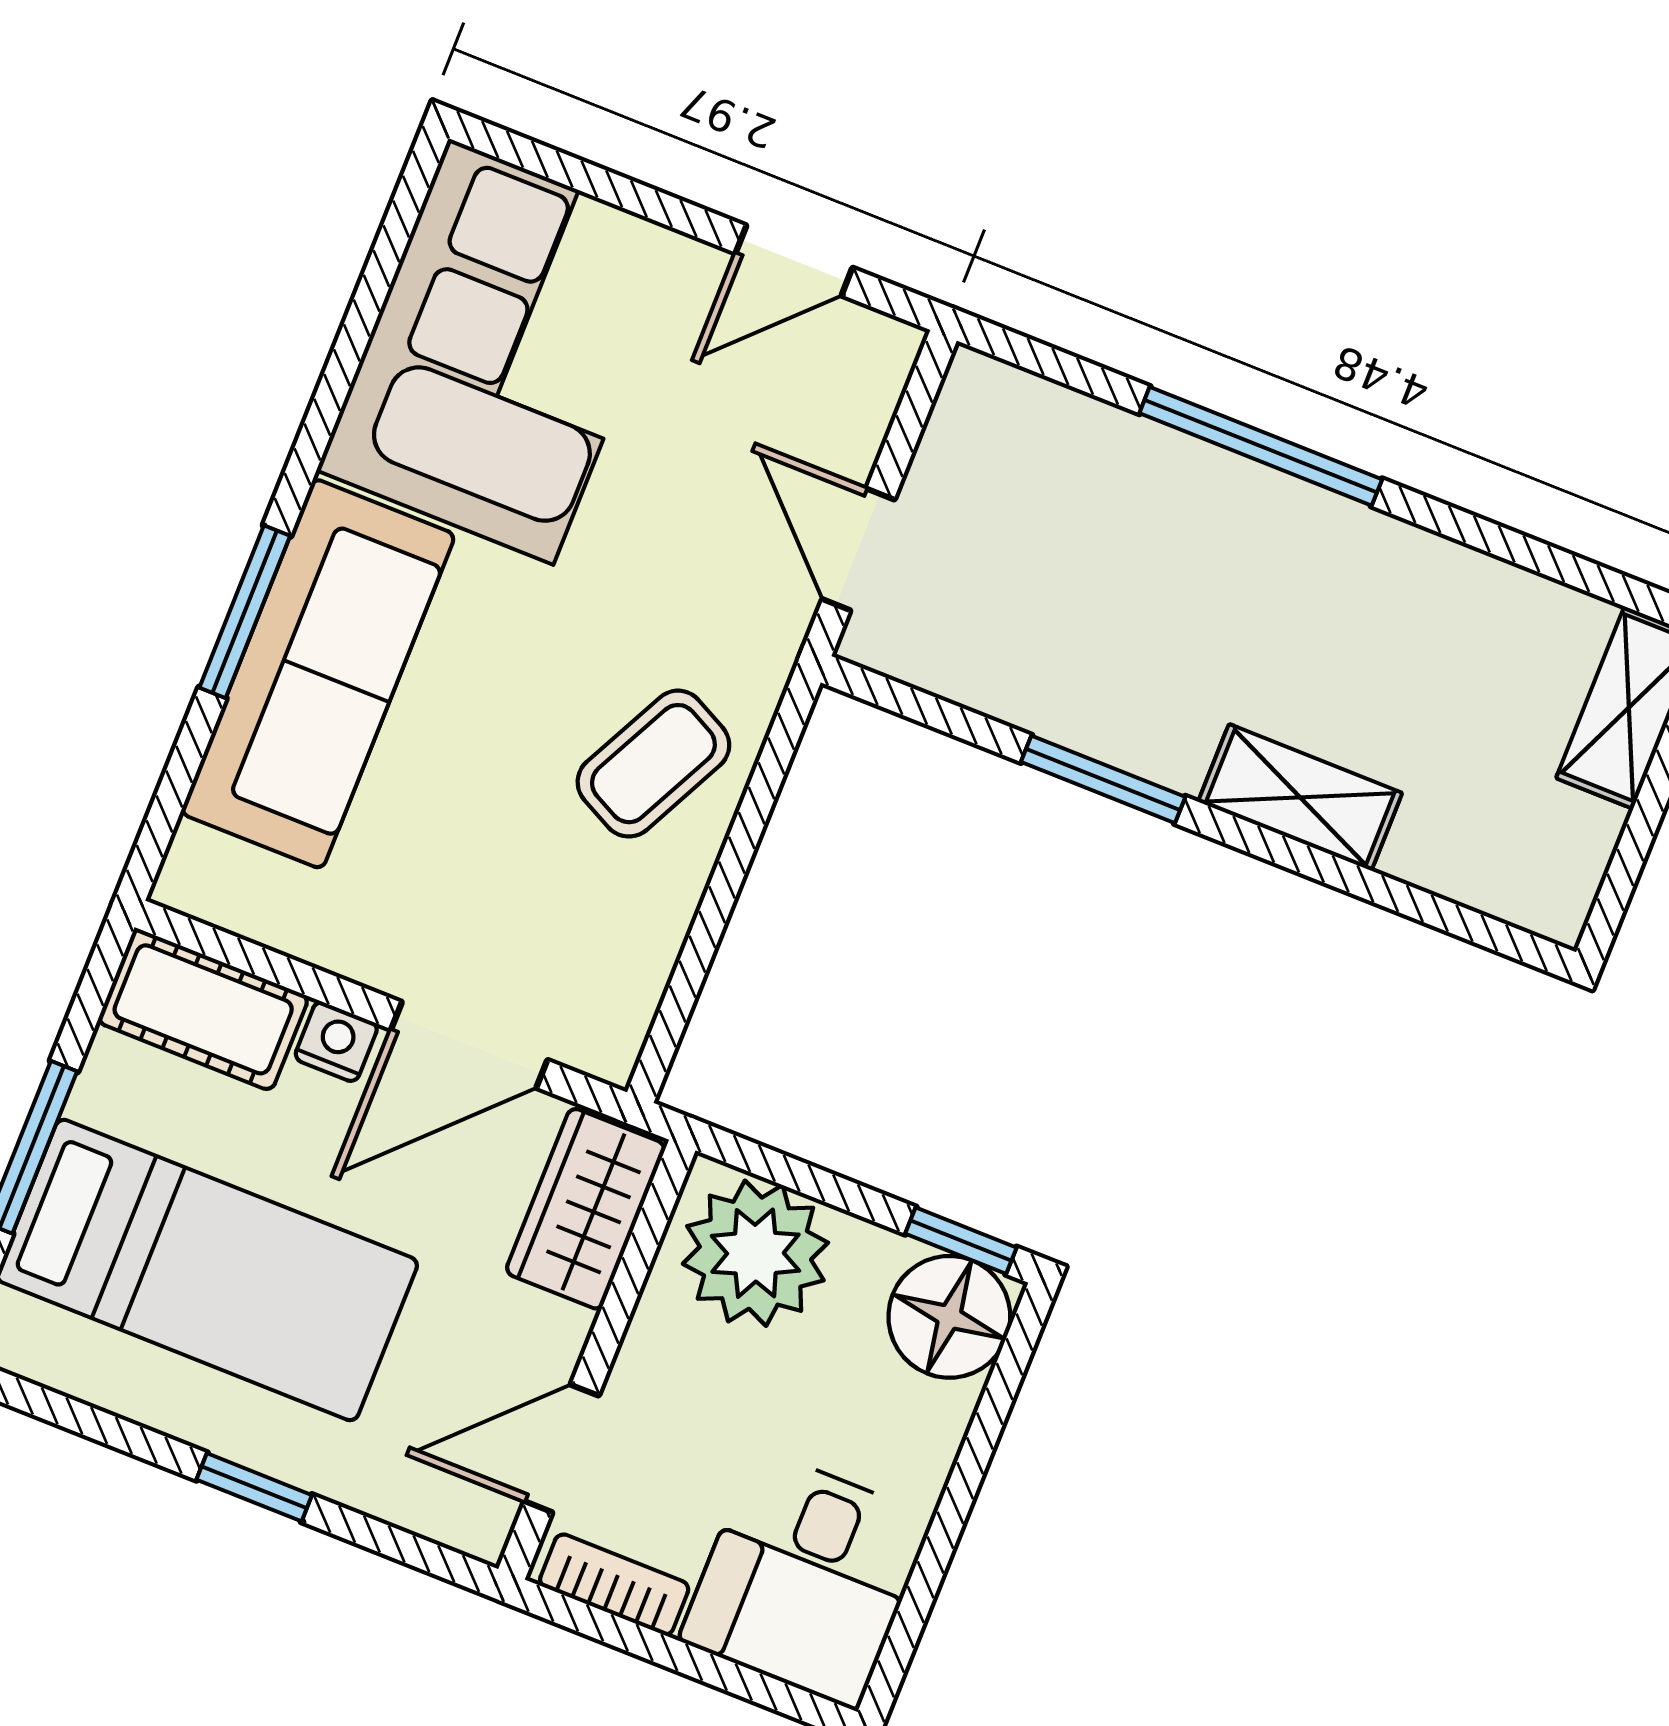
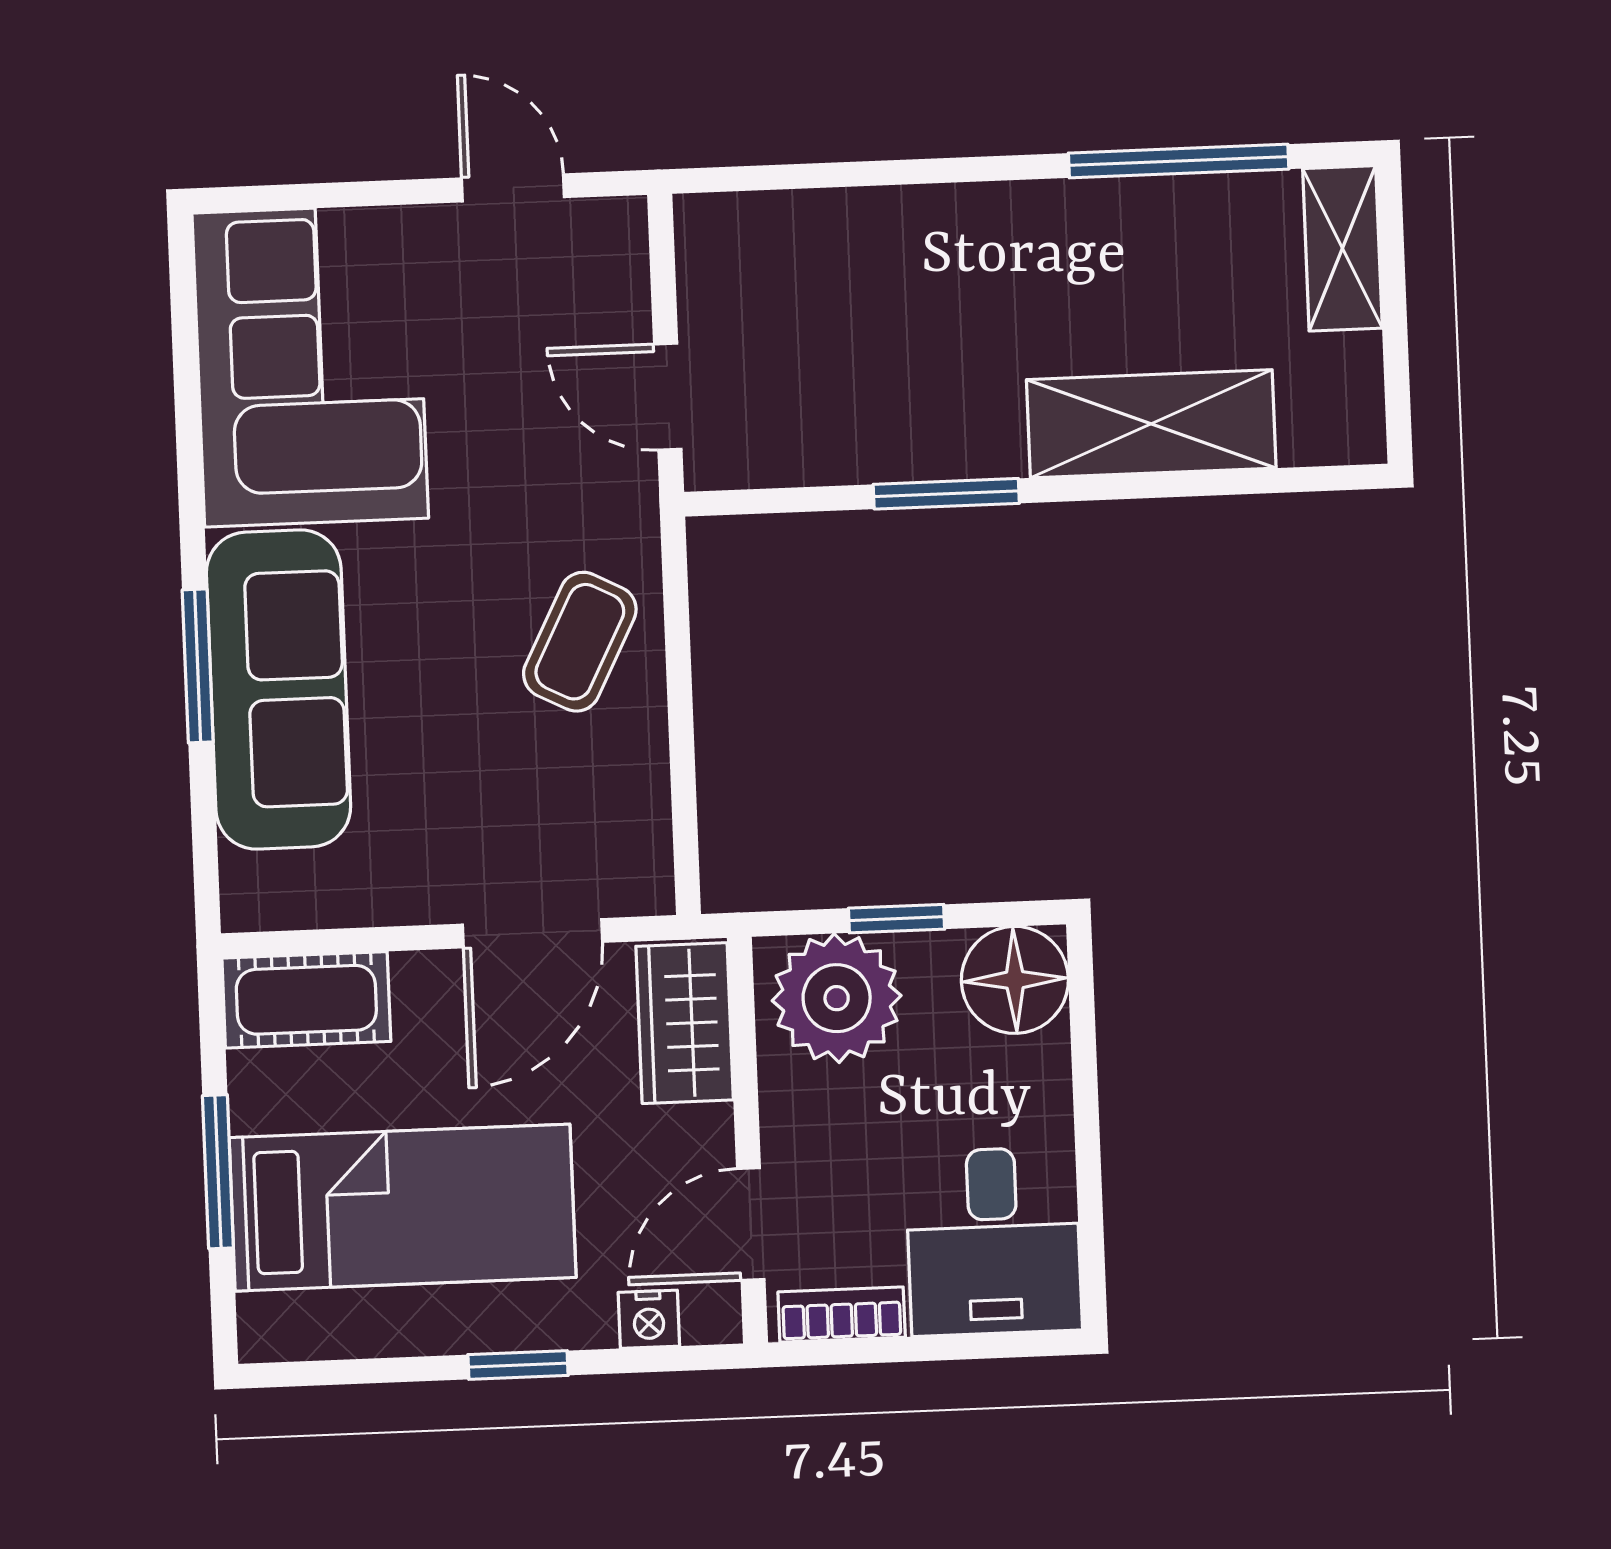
door: (794, 260) -> (513, 188), swing flipped
window: (1261, 446) -> (1179, 161), moved
shelving: (1300, 797) -> (1151, 424), width x1.50, depth x1.33
nightstand: (336, 1042) -> (649, 1319), moved, turned 180
window: (961, 1241) -> (896, 919), moved

